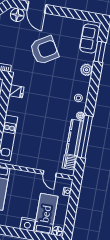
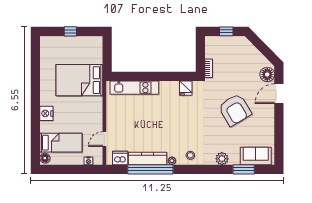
nightstand: (28, 224) -> (46, 113), moved

